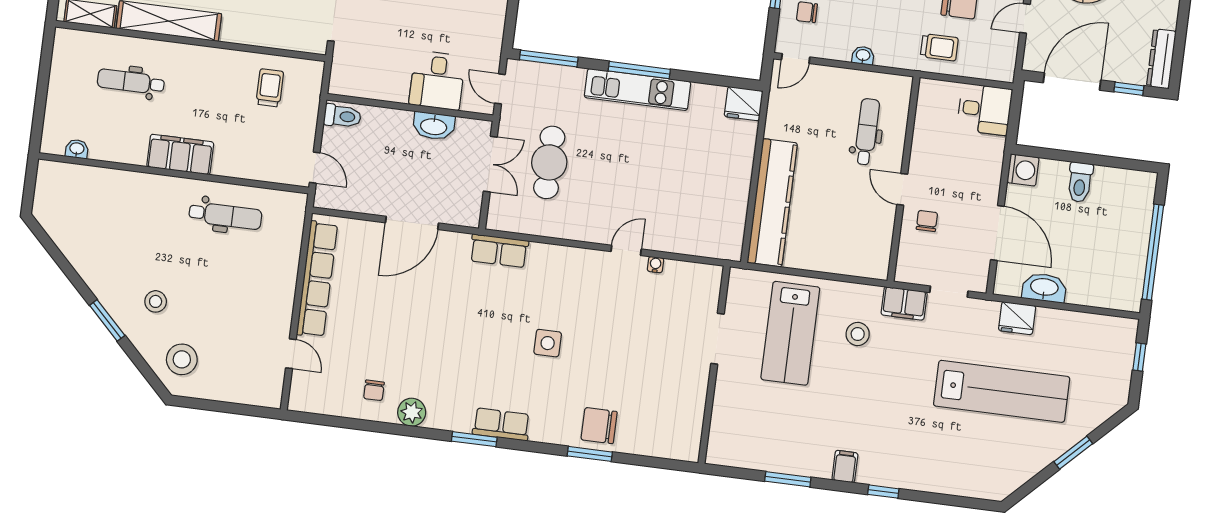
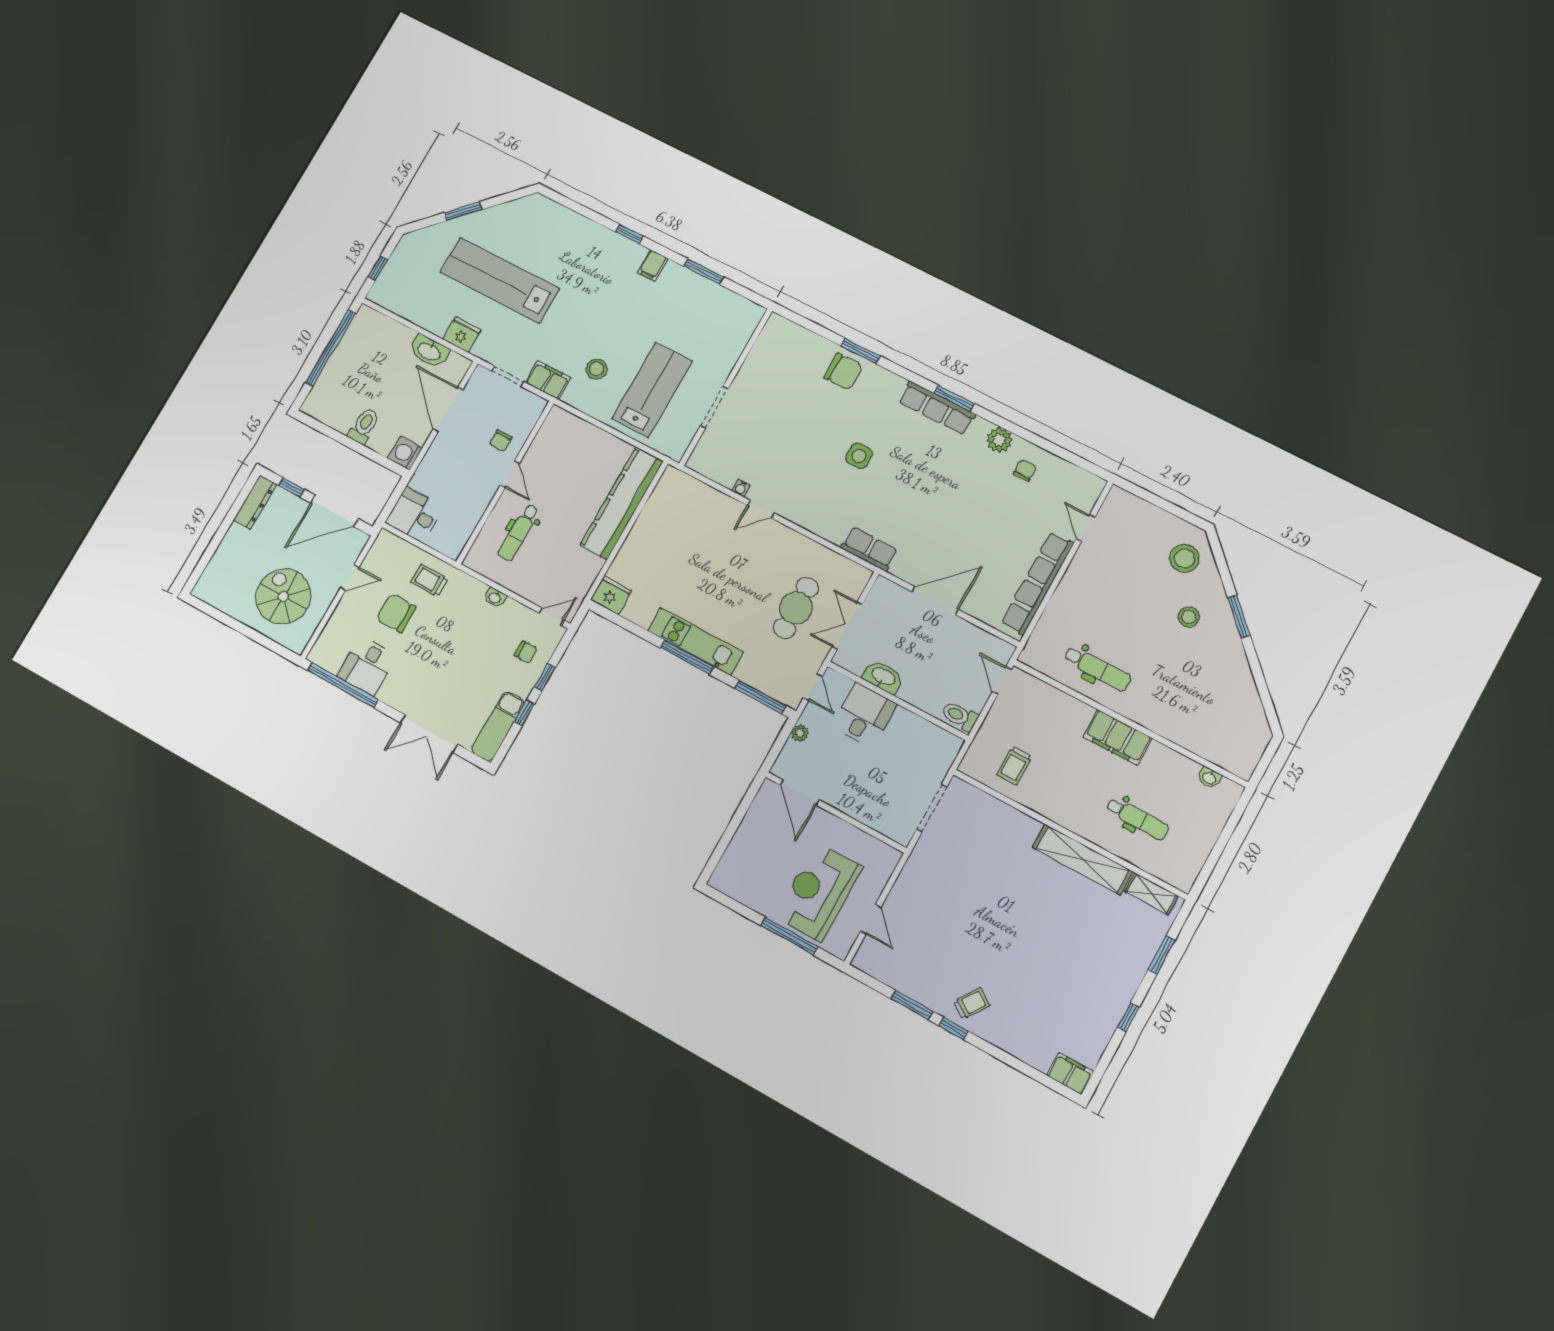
plant: (494, 38) -> (800, 733), added
dental chair: (225, 216) -> (1098, 669), turned 180
row of seats: (501, 424) -> (937, 408), width x1.48

